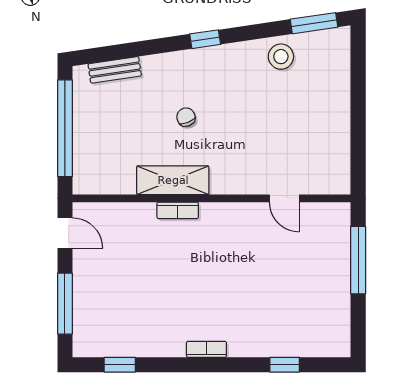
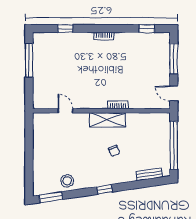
shelving: (173, 180) -> (108, 120), moved
window: (358, 260) -> (29, 60), moved

